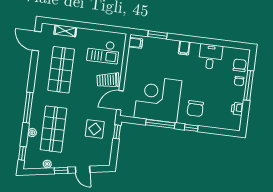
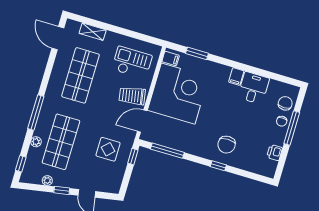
filing cabinet: (184, 48) -> (236, 77), moved
checkout: (103, 52) -> (132, 63), turned 180
corner desk: (158, 99) -> (178, 94), moved, turned 90
window: (160, 124) -> (167, 151), moved

